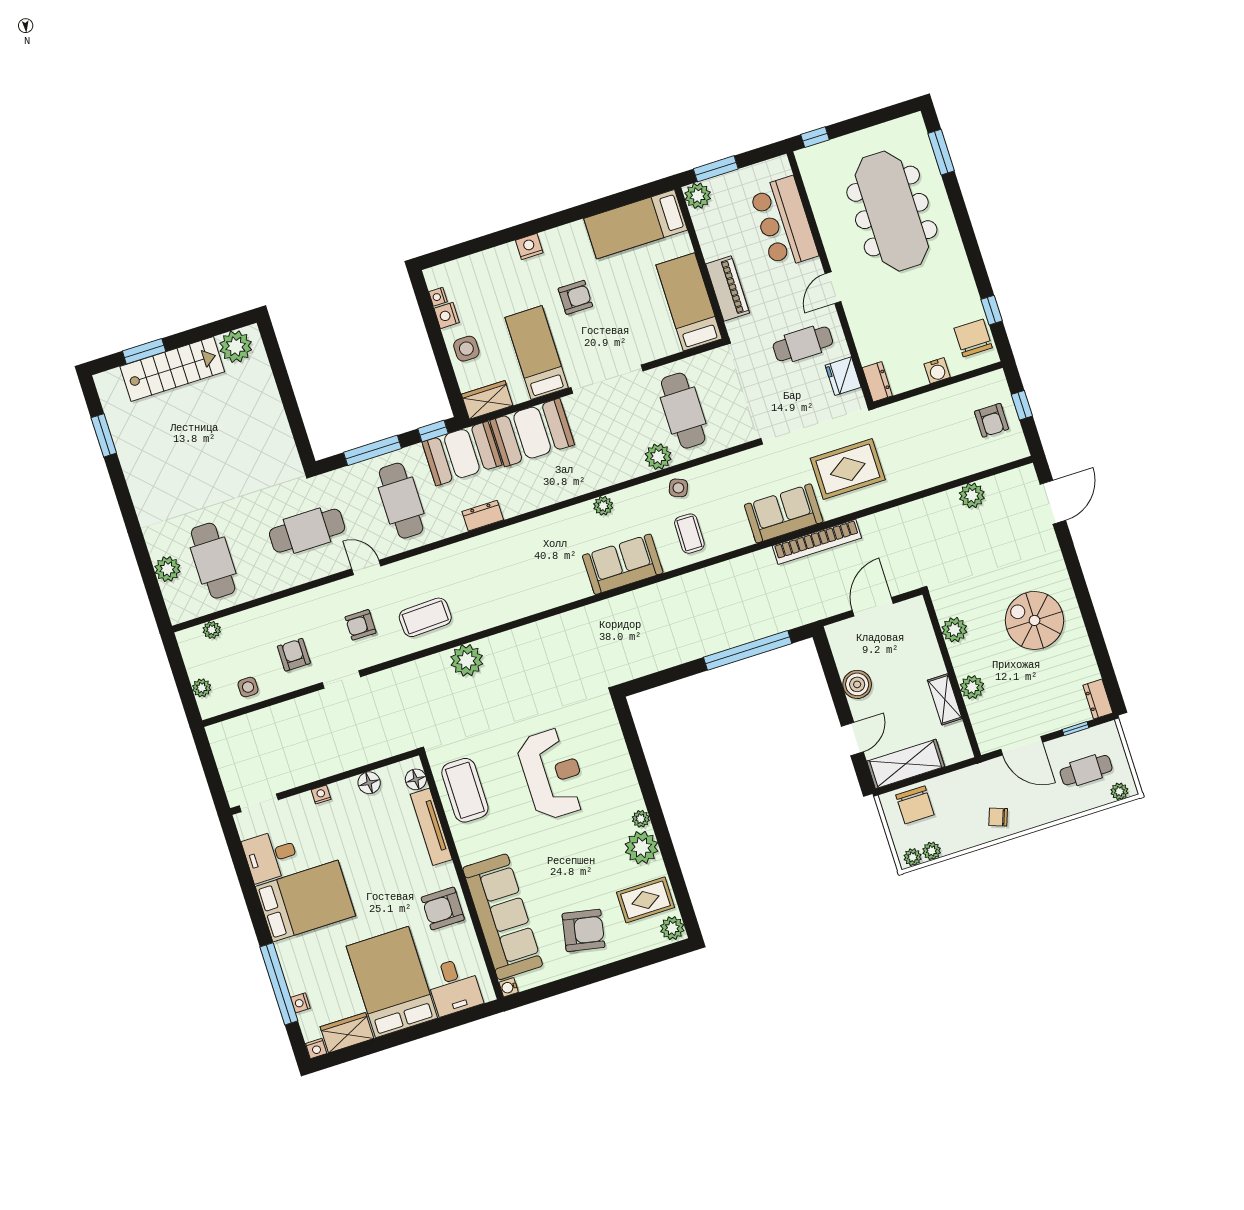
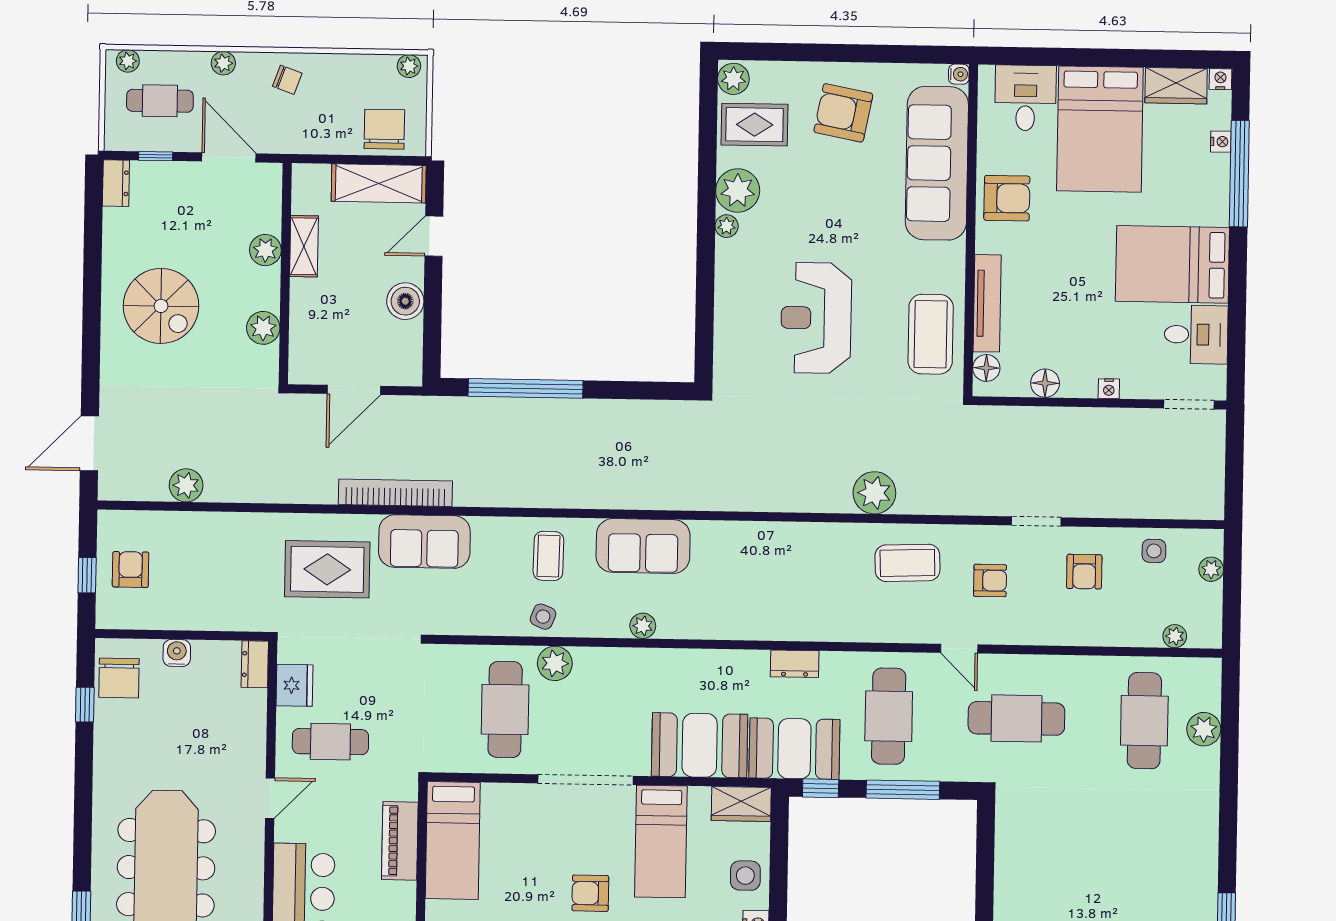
plant: (932, 851) -> (223, 63), moved

